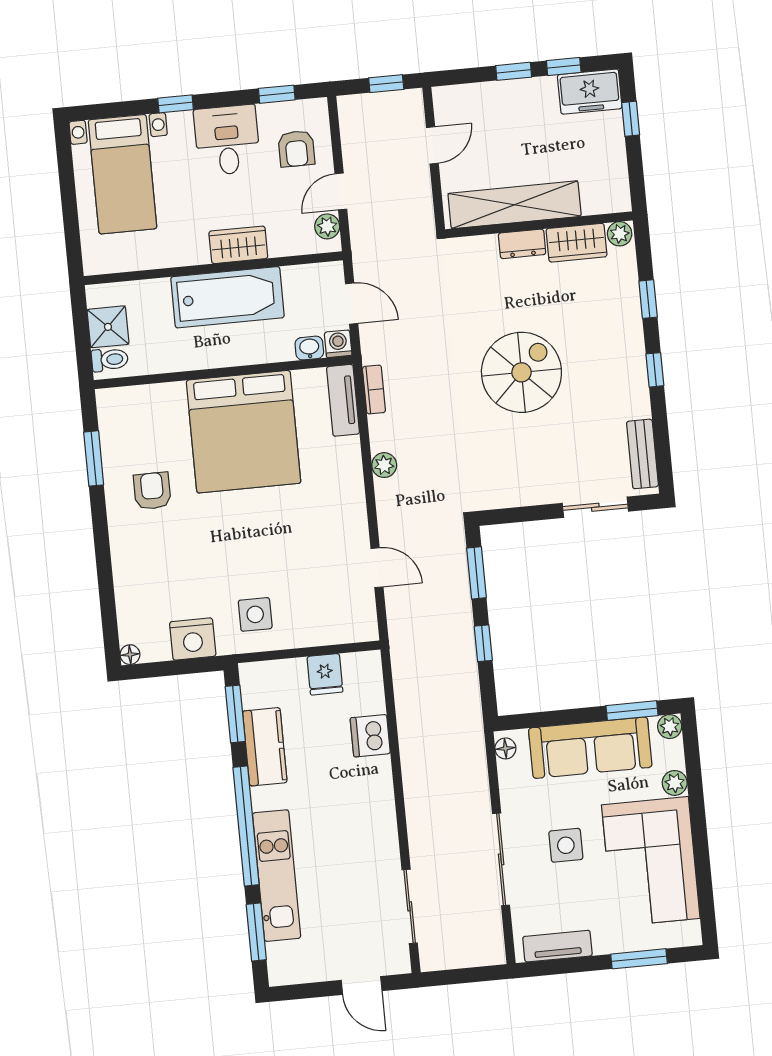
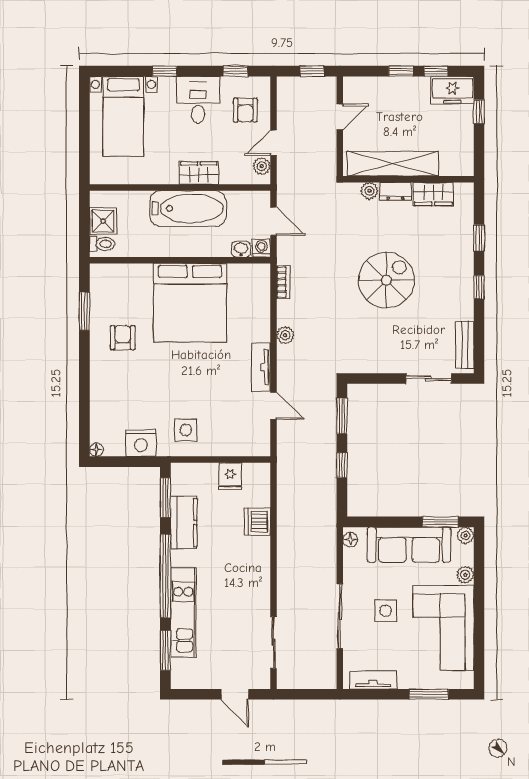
plant: (620, 234) -> (369, 191), moved
tv unit: (343, 400) -> (261, 367), moved

